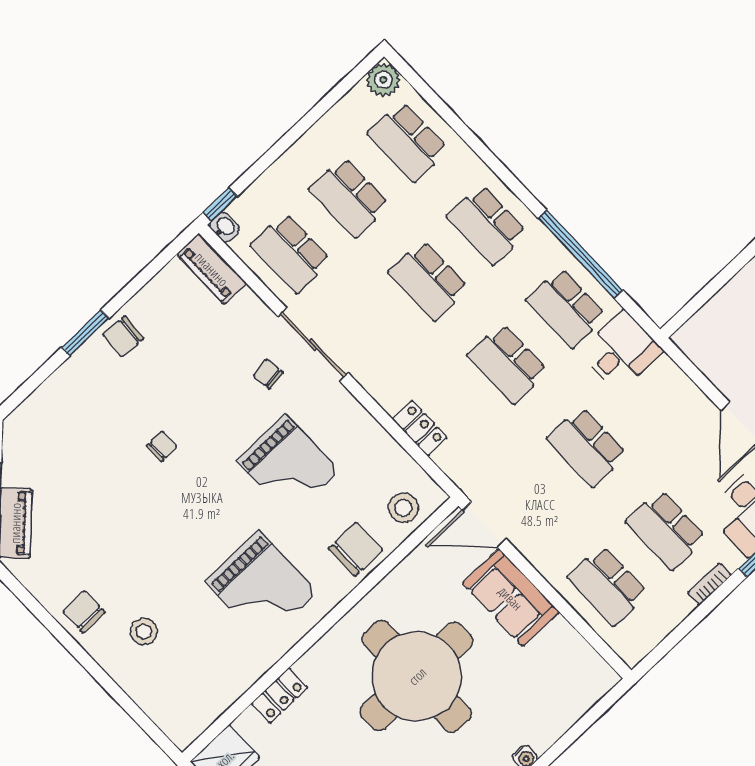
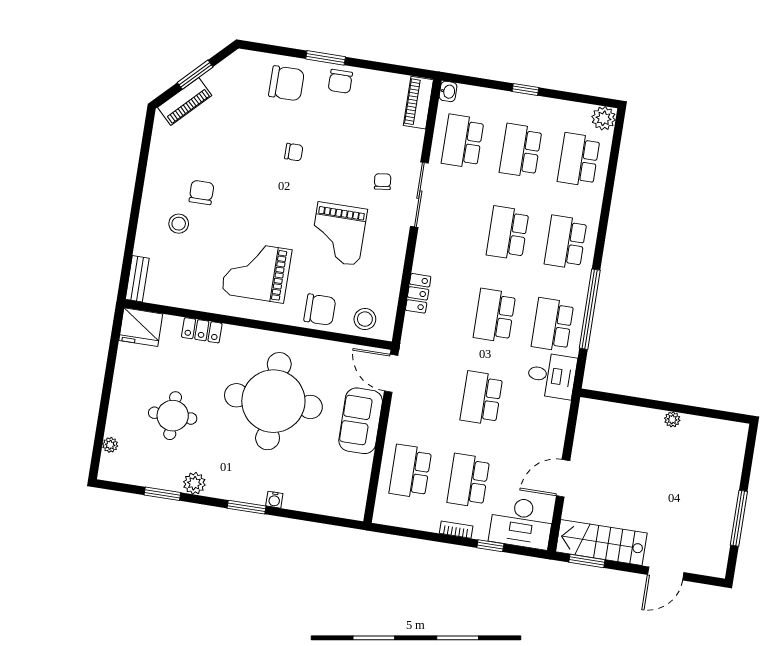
window: (220, 205) -> (525, 90), moved
chair: (123, 336) -> (340, 81), turned -94
chair: (81, 397) -> (286, 83), added
grand piano: (261, 587) -> (257, 272), turned 90
chair: (84, 612) -> (201, 192), moved
bench: (169, 723) -> (137, 279), added

